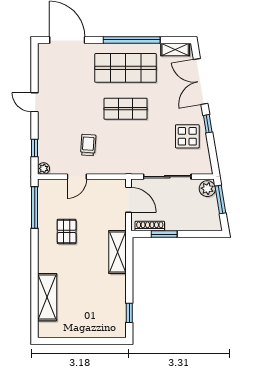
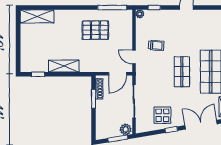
door: (77, 177) -> (134, 57), moved
pallet: (67, 231) -> (95, 30), width x1.50, depth x1.42
shelving: (118, 252) -> (64, 66), moved
shelving: (47, 297) -> (37, 16), moved

